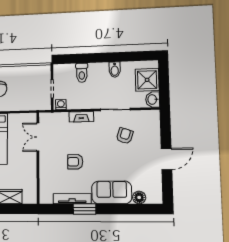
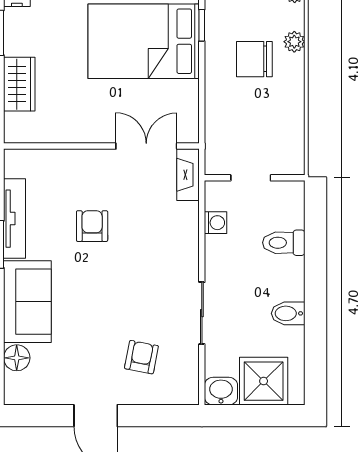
washing machine: (61, 105) -> (216, 223), moved
fireplace: (81, 117) -> (188, 175), moved
armchair: (125, 136) -> (141, 357), moved, turned -98

